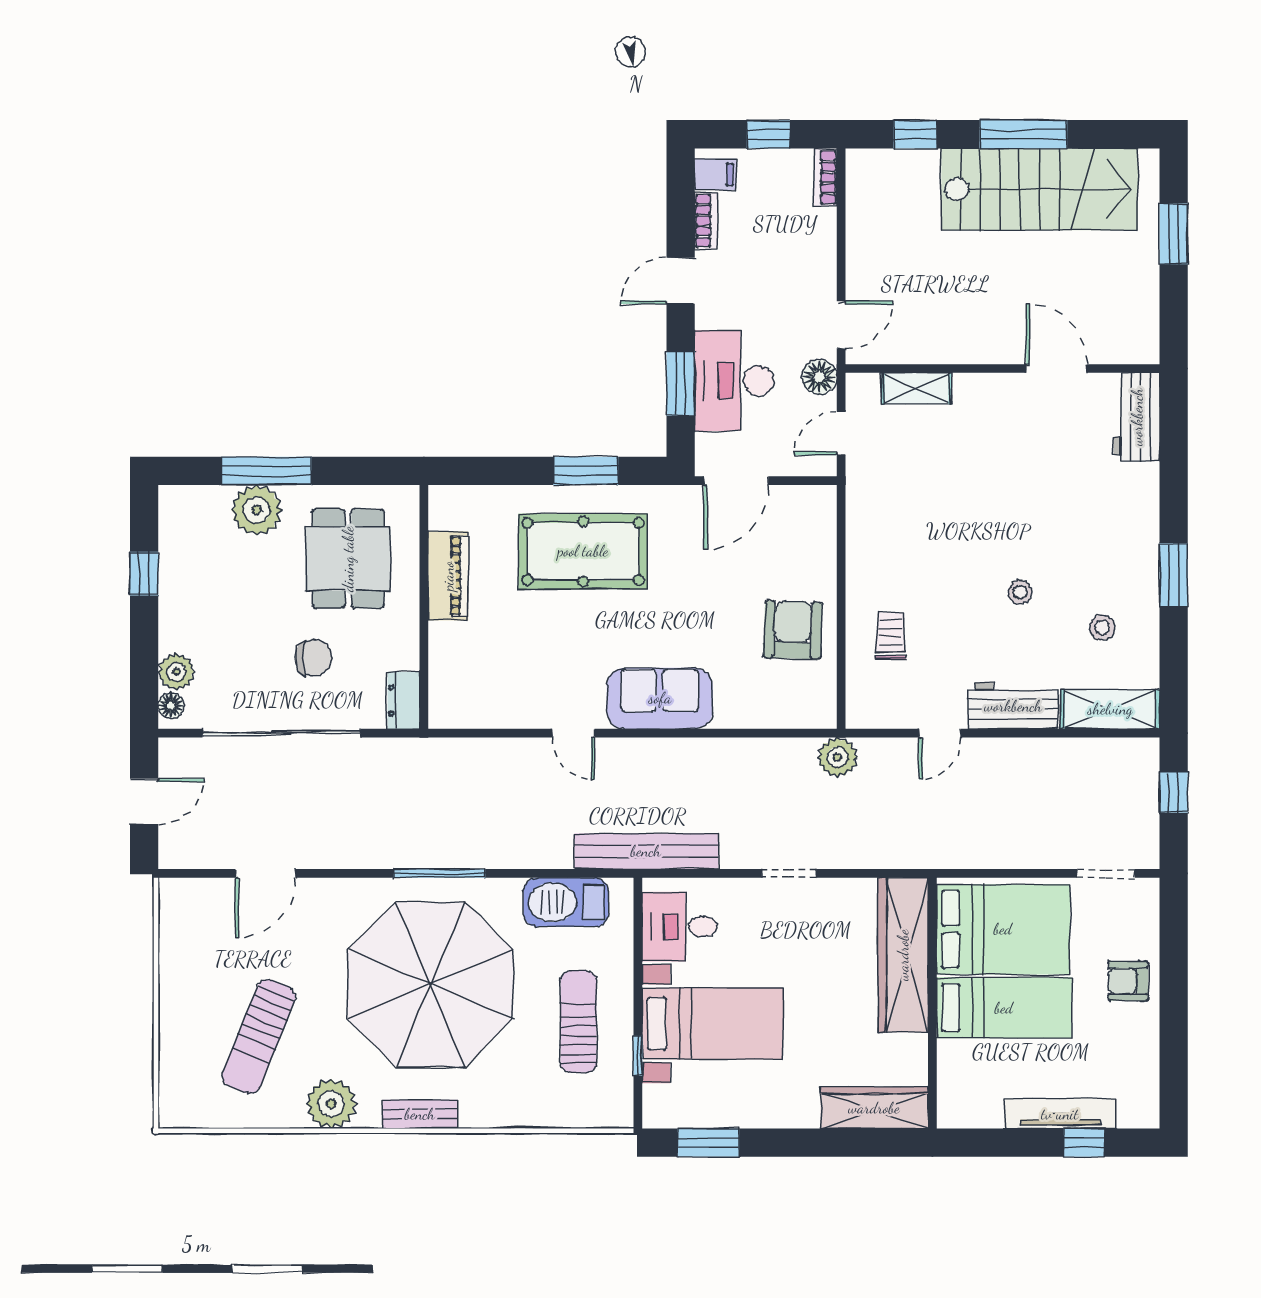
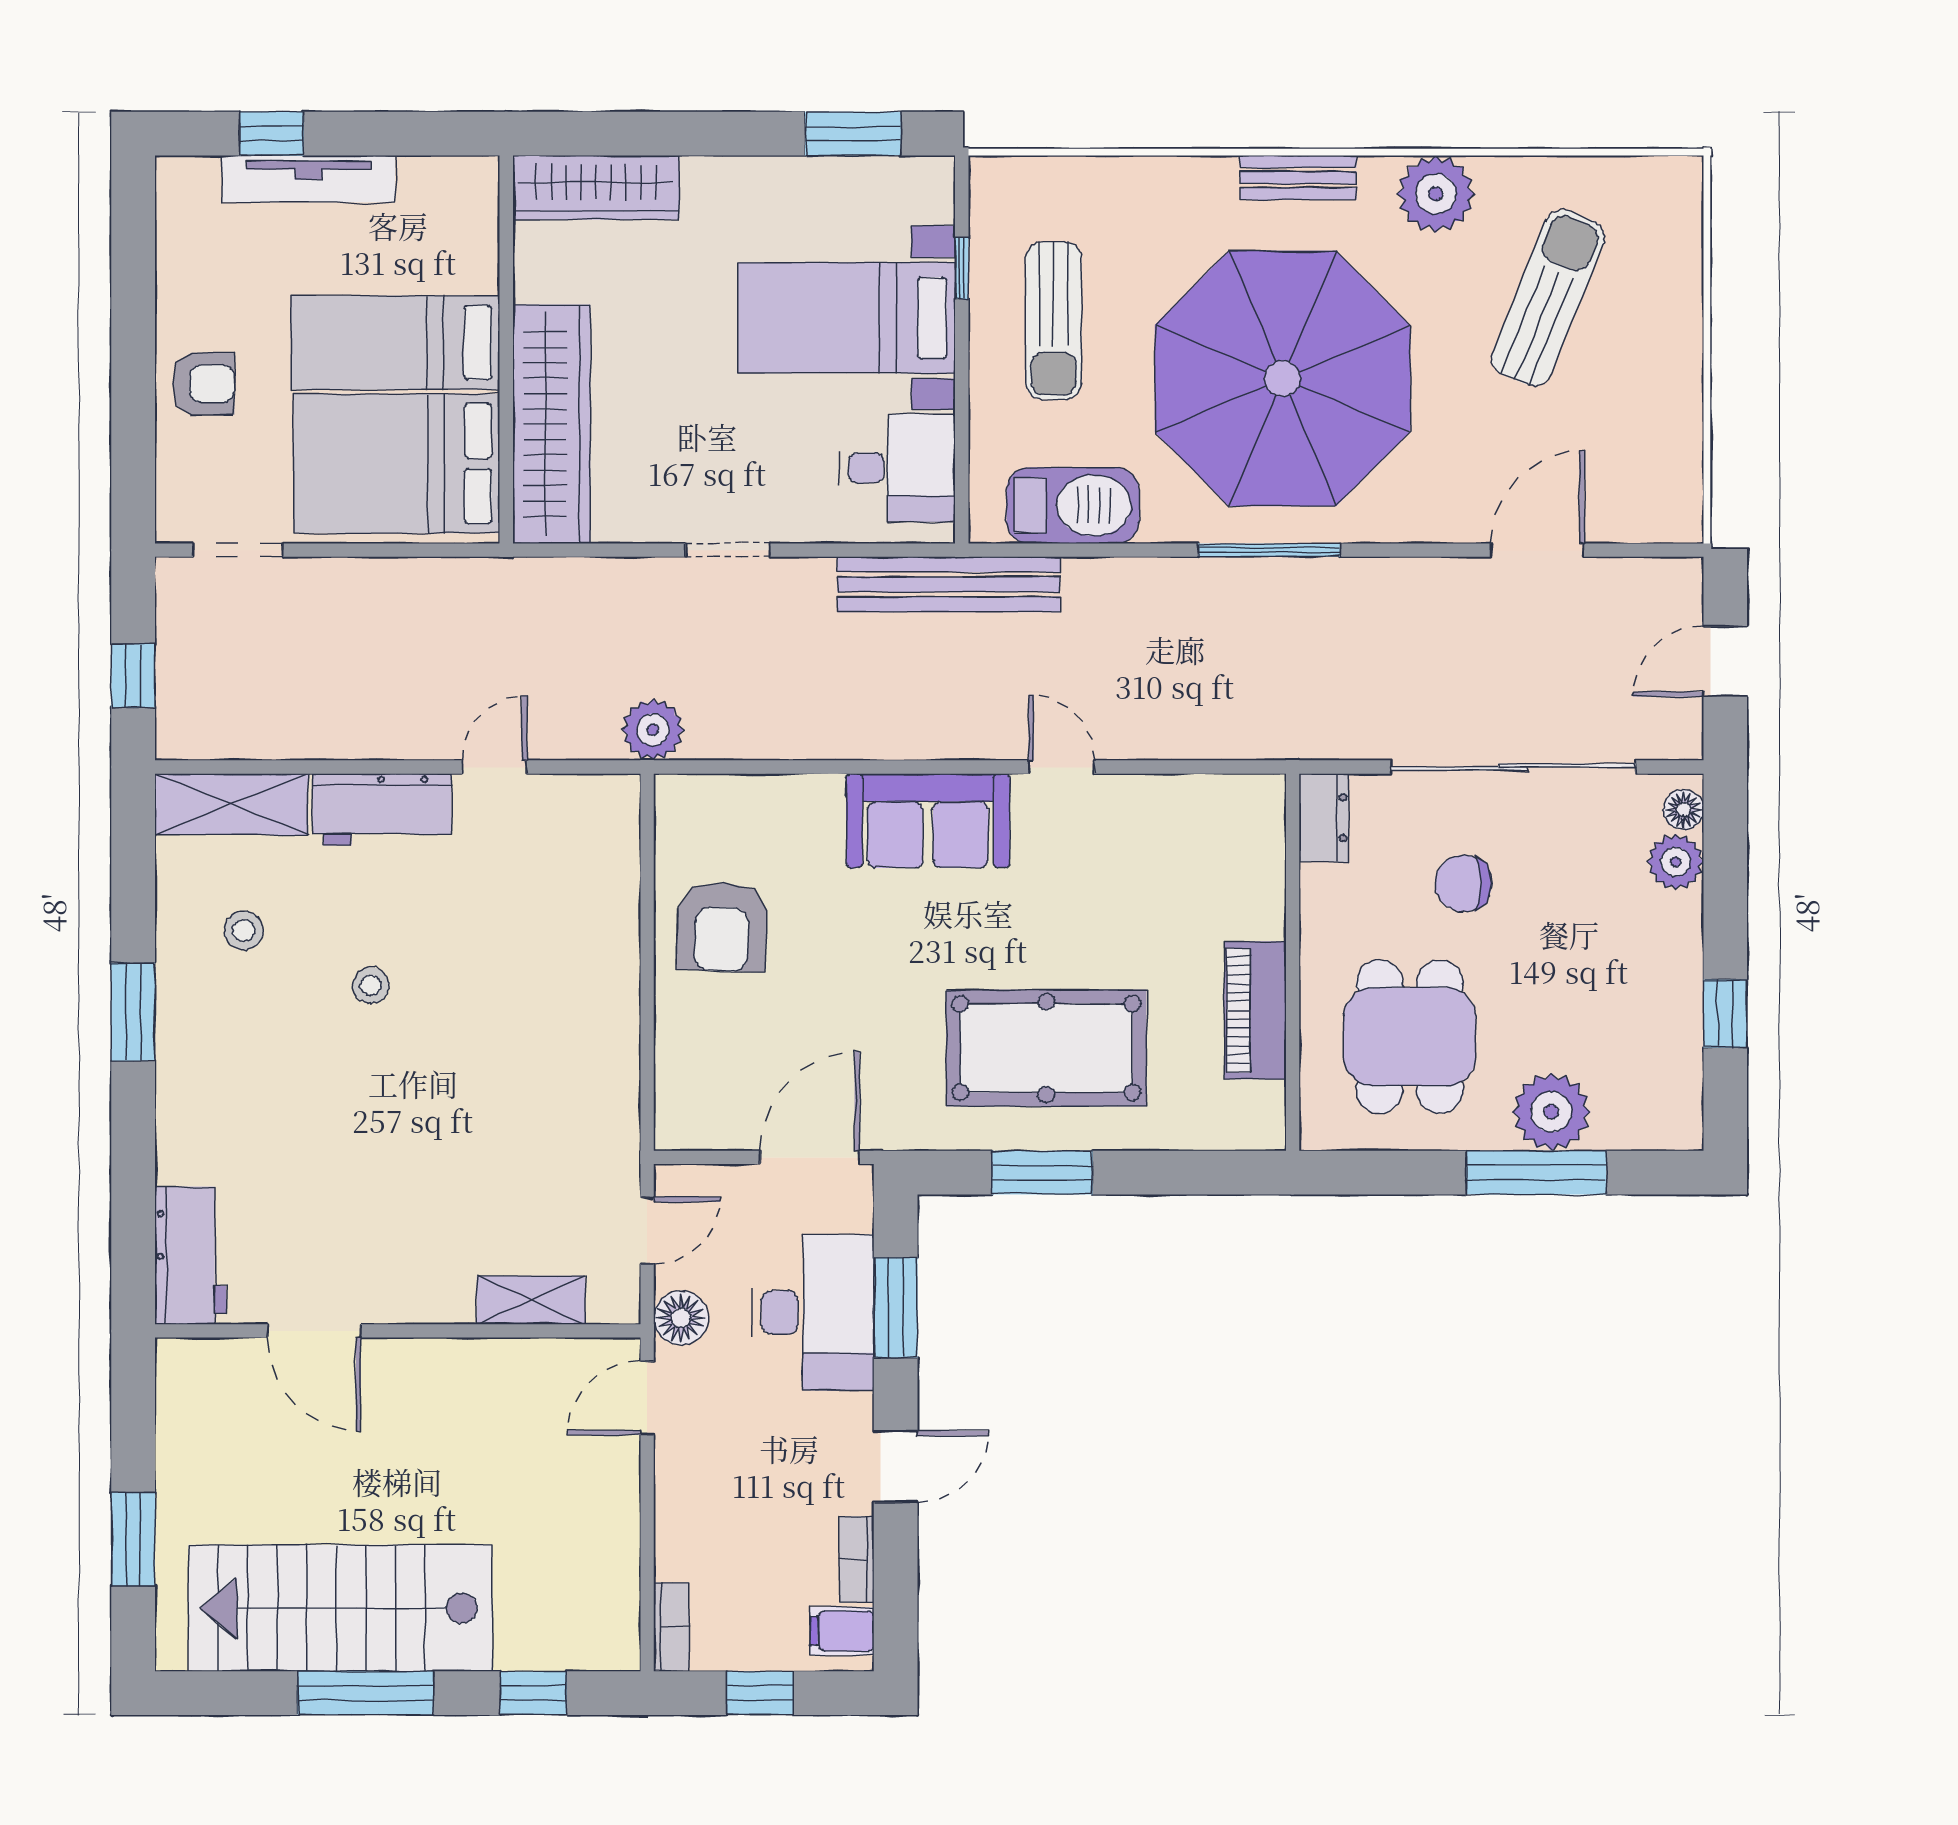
trolley: (890, 636) -> (571, 918), removed

